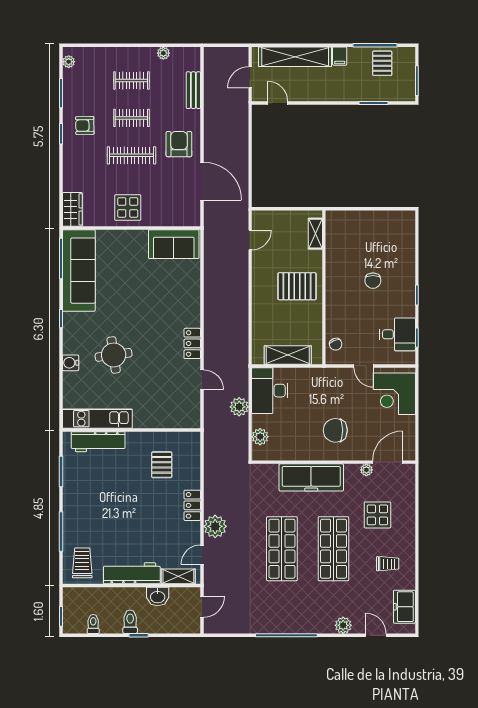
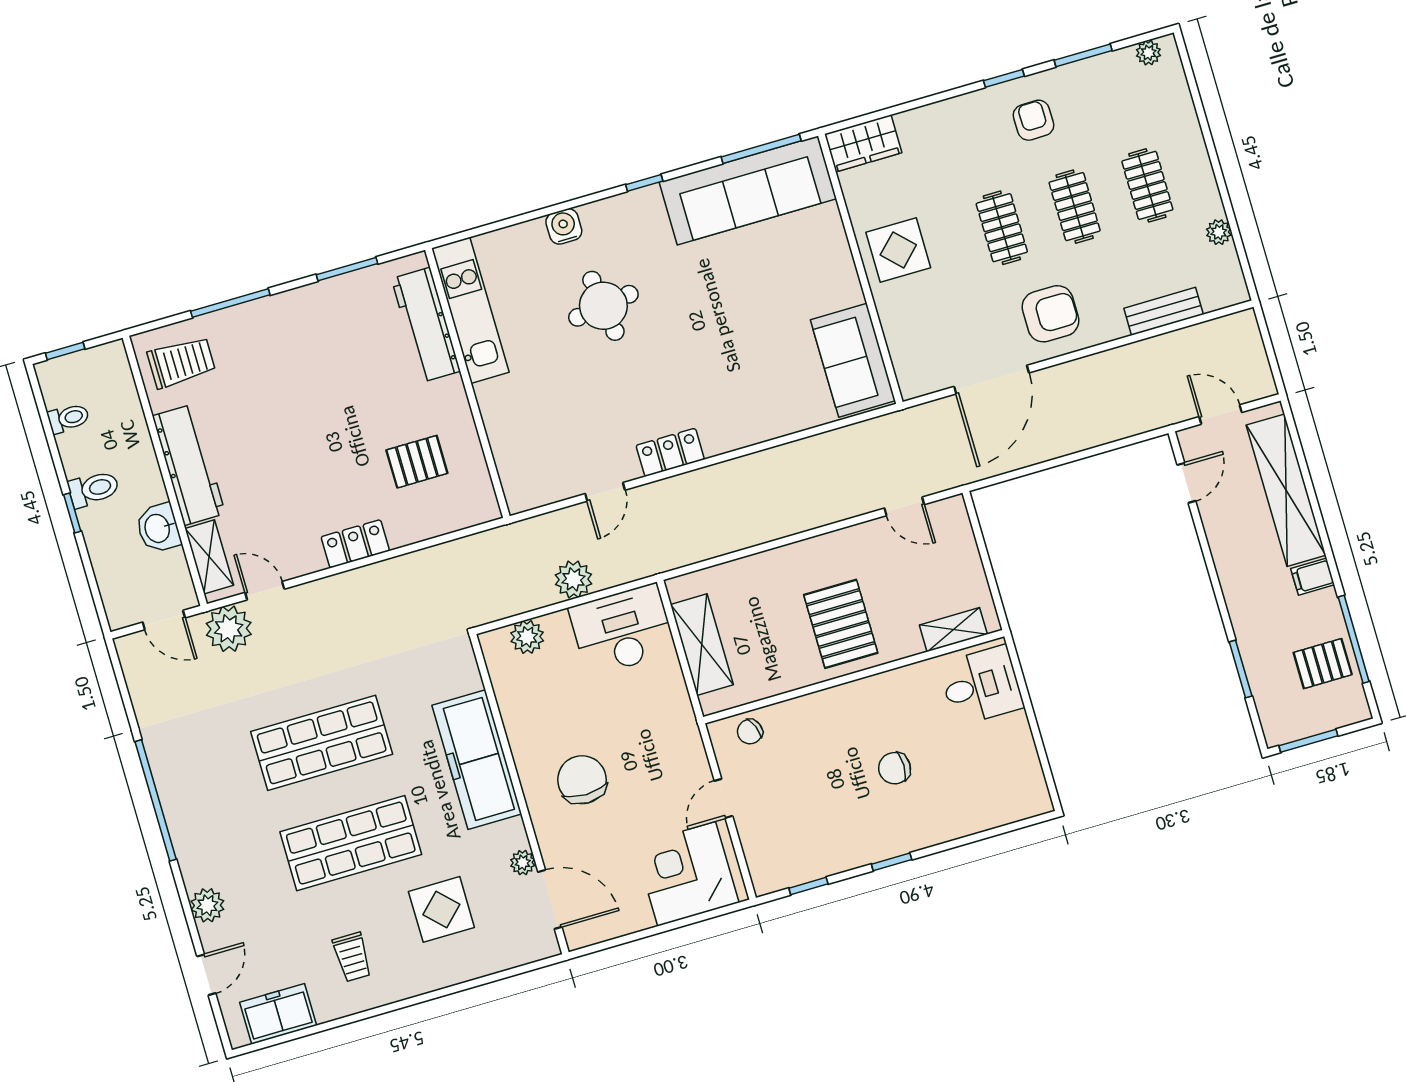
clothes rail: (131, 155) -> (1002, 228), width x0.73
desk: (397, 334) -> (981, 686), moved, turned -90
plant: (215, 526) -> (229, 629), moved

